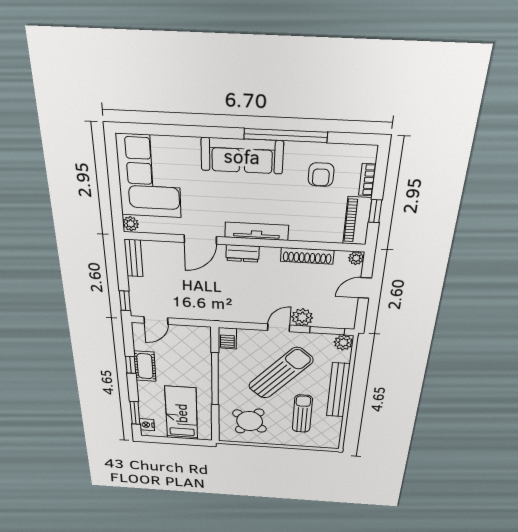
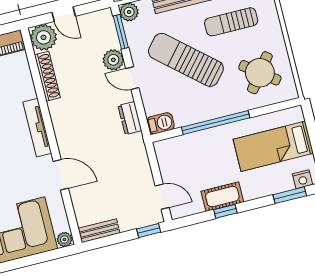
dresser: (243, 253) -> (130, 118), moved, turned 180
plant: (356, 258) -> (44, 37), width x1.88, depth x1.88

